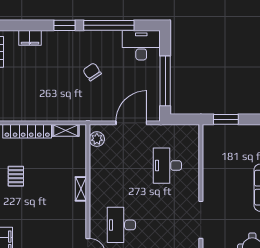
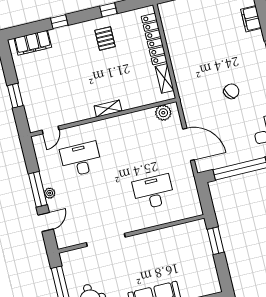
pallet: (16, 176) -> (105, 38), turned 90

